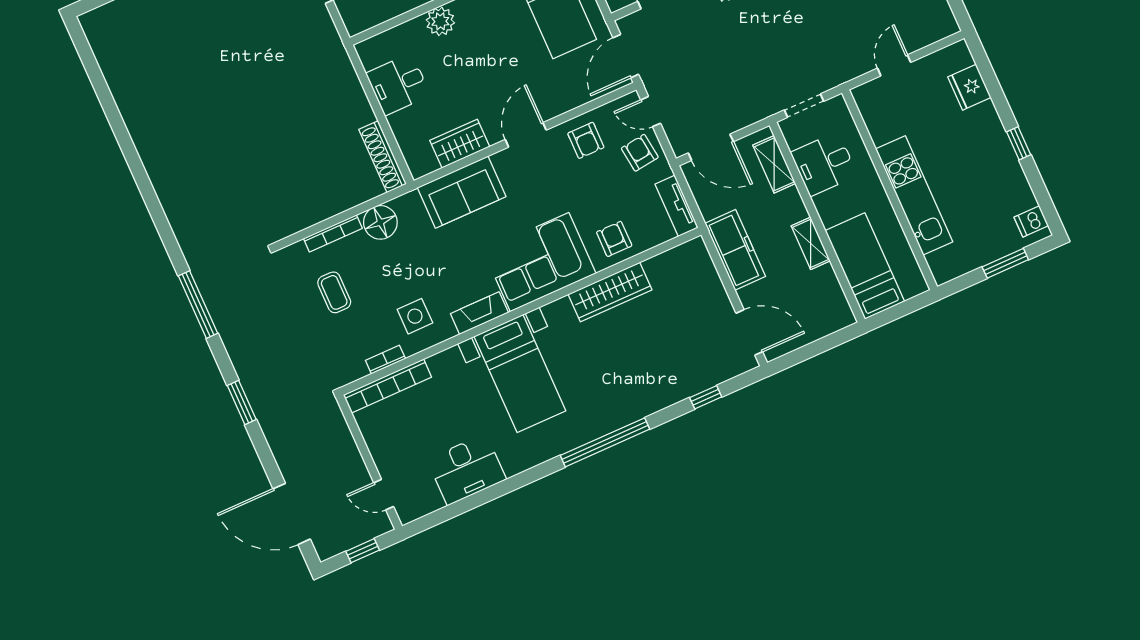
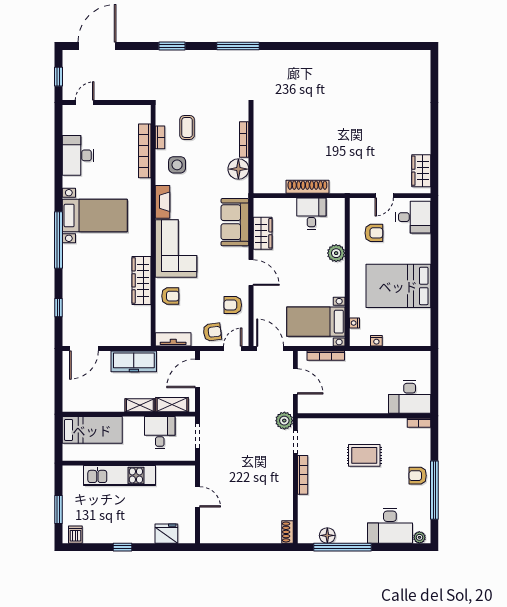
shoe rack: (383, 157) -> (307, 187), moved
shelving: (811, 243) -> (140, 405), moved
coffee table: (334, 292) -> (187, 127), moved, turned 90
bed with nightstands: (520, 374) -> (95, 215), moved, turned 180
bookcase: (387, 386) -> (145, 151), moved

